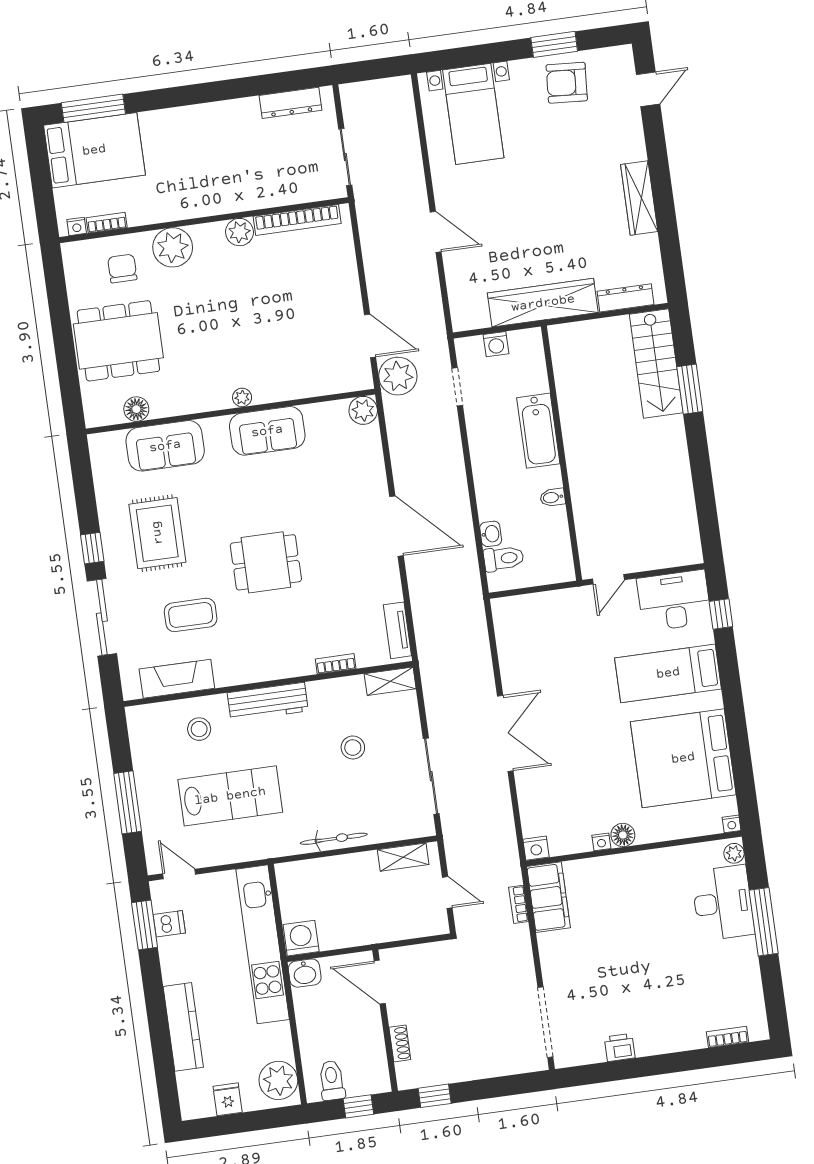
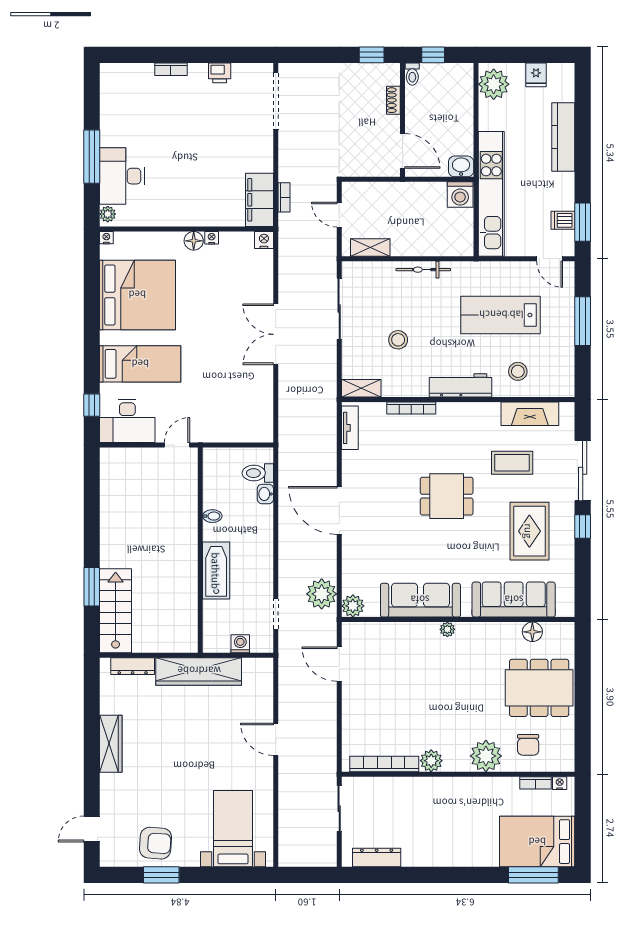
plant: (398, 376) -> (322, 594), moved
sofa: (267, 431) -> (420, 600), width x1.36
sofa: (165, 446) -> (514, 600), width x1.36
bookcase: (336, 664) -> (411, 408), width x1.56
bookcase: (727, 1037) -> (171, 69), moved
toilet: (332, 1080) -> (412, 74), moved, width x0.73, depth x0.72

